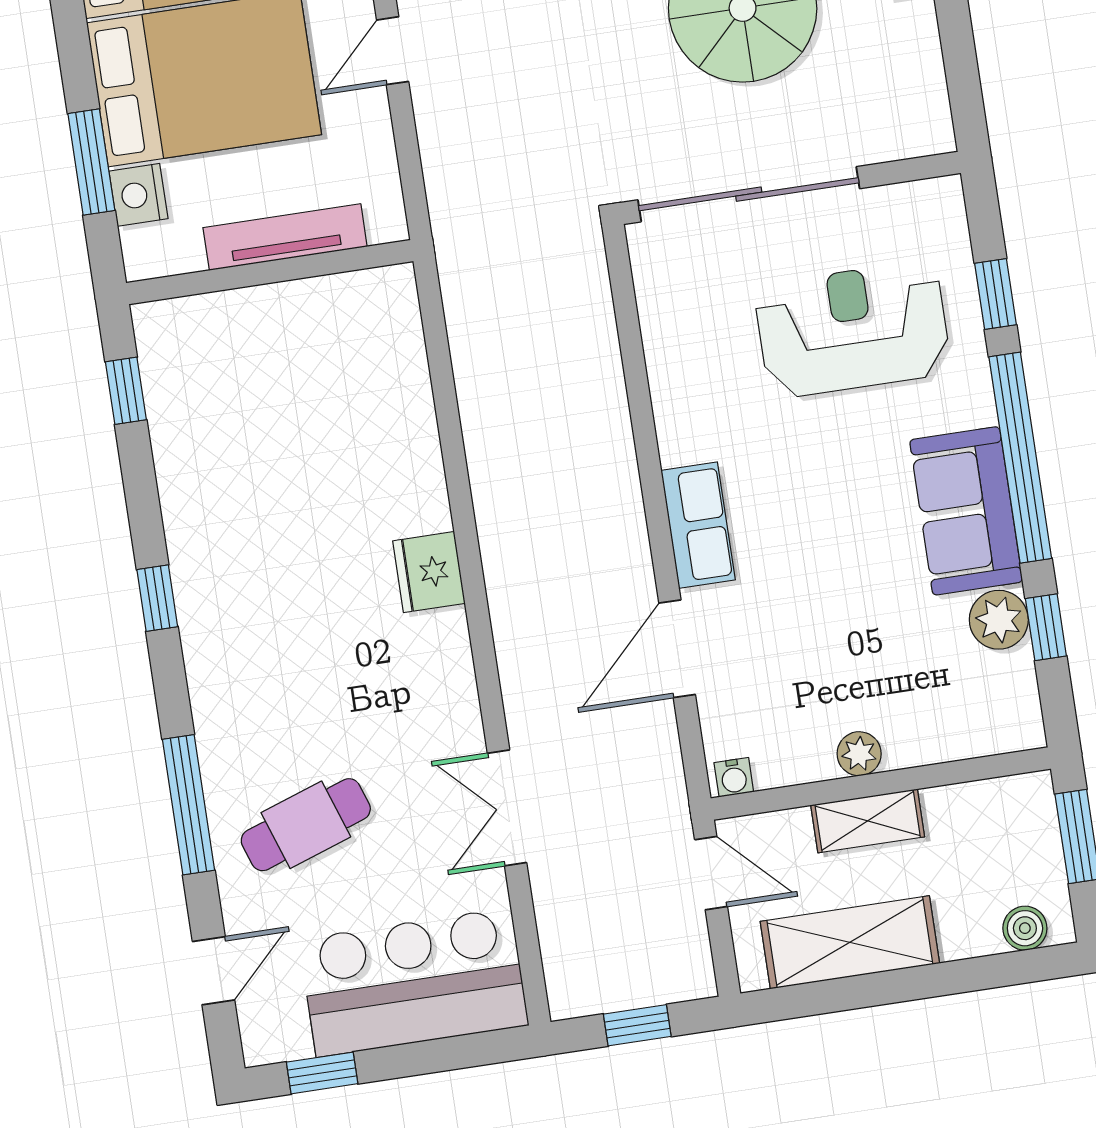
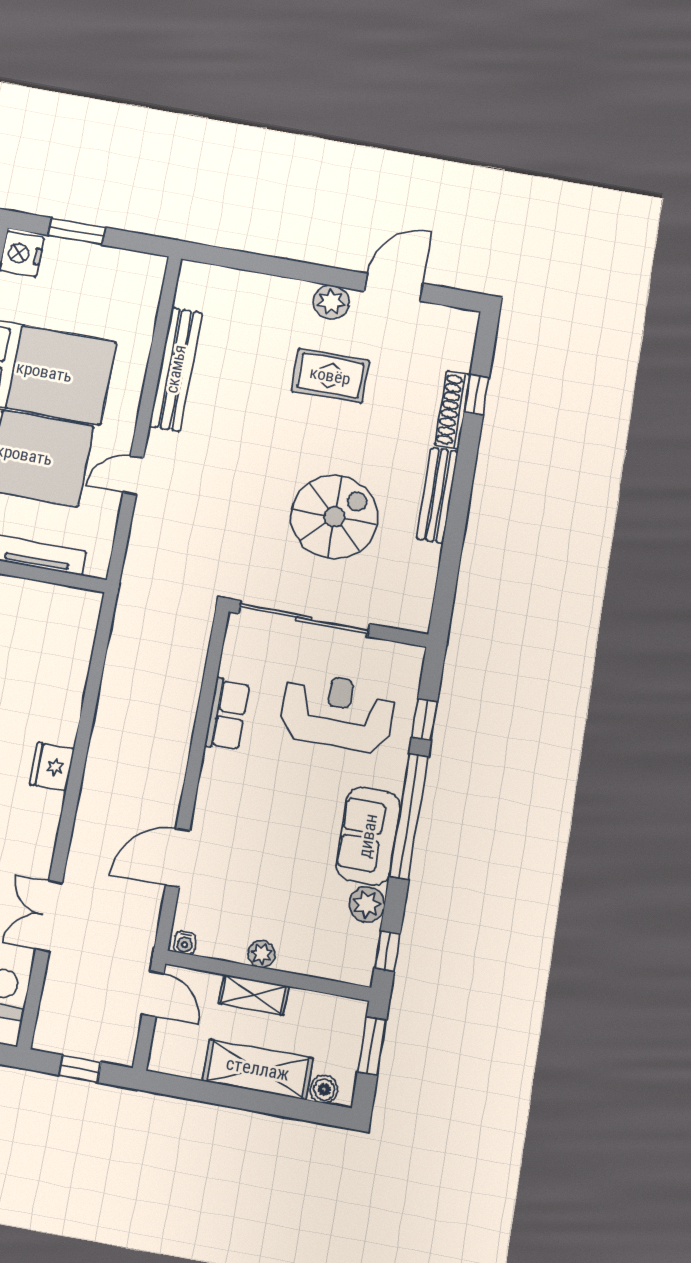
row of seats: (698, 525) -> (227, 714), moved
window: (1046, 627) -> (387, 951), moved
shelving: (850, 942) -> (258, 1069), moved

